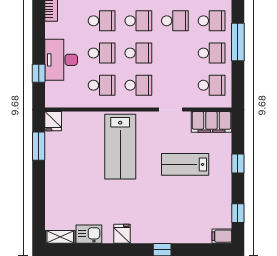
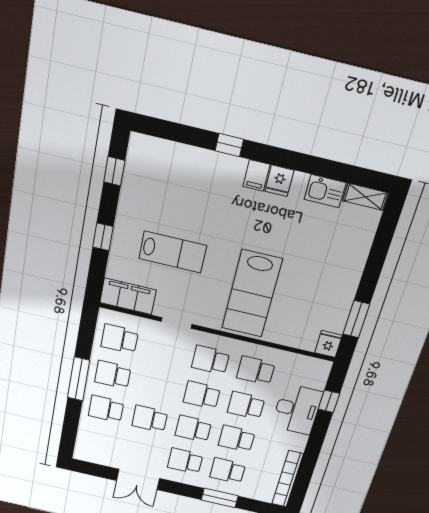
lab bench: (120, 147) -> (252, 294), turned 180
filing cabinet: (222, 236) -> (256, 175), moved, turned 90

